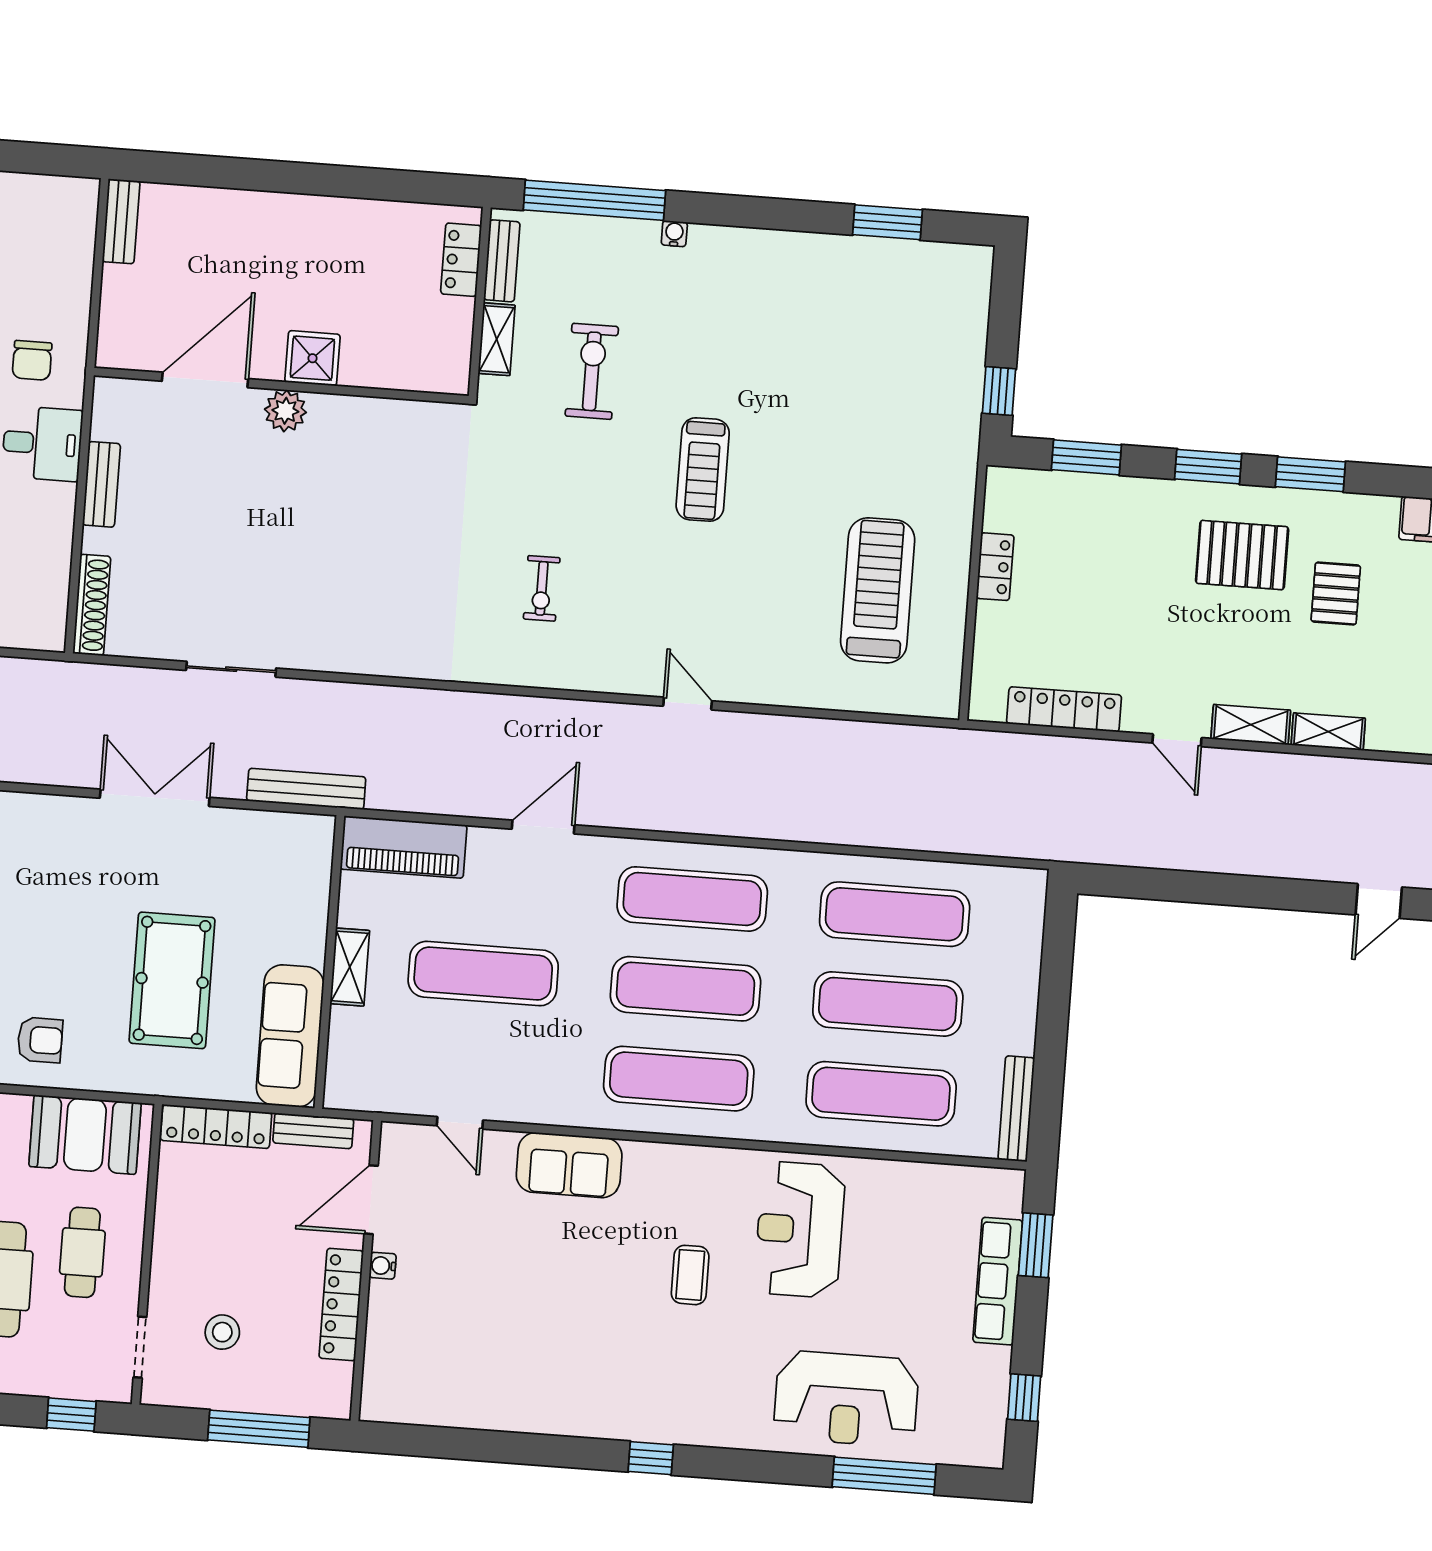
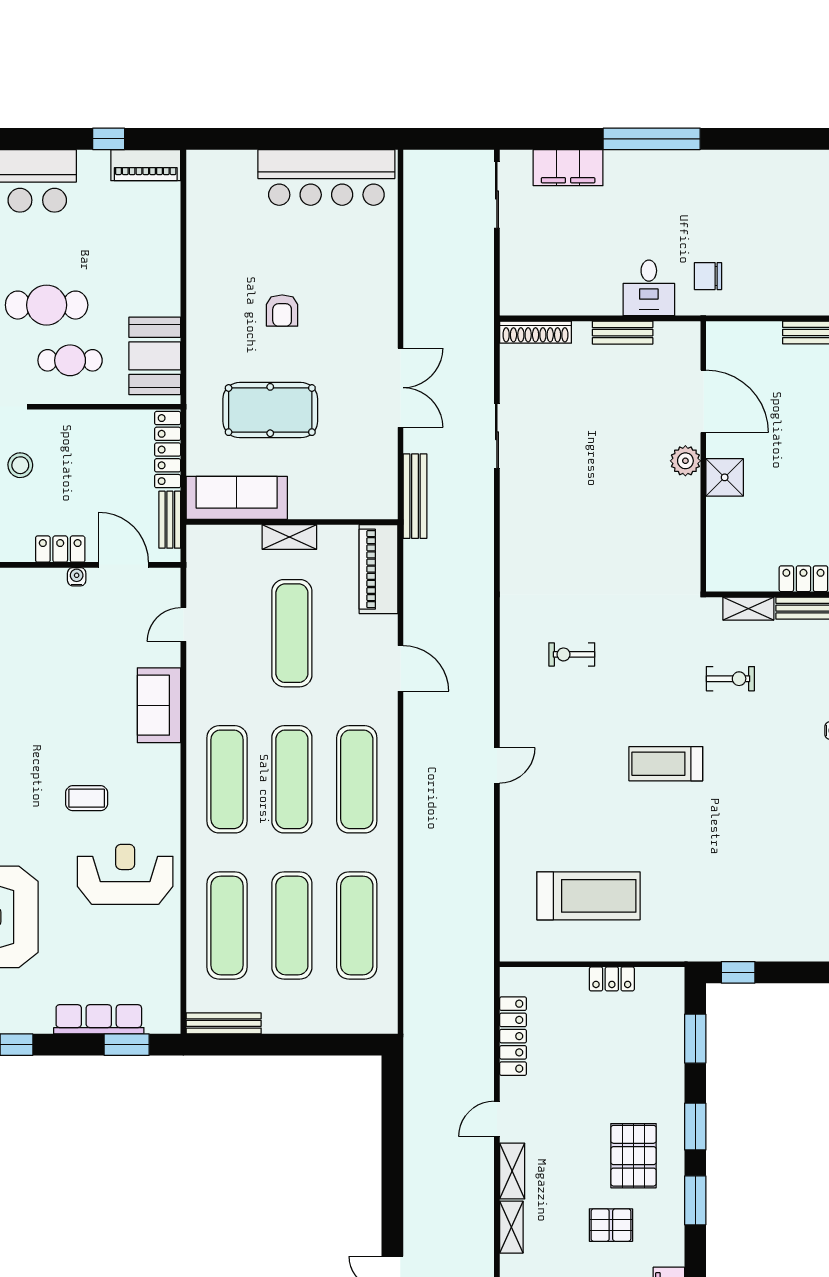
exercise bike: (592, 371) -> (730, 679), width x0.73, depth x0.72
armchair: (40, 1040) -> (282, 311), moved
locker: (341, 1305) -> (60, 549), width x0.66

